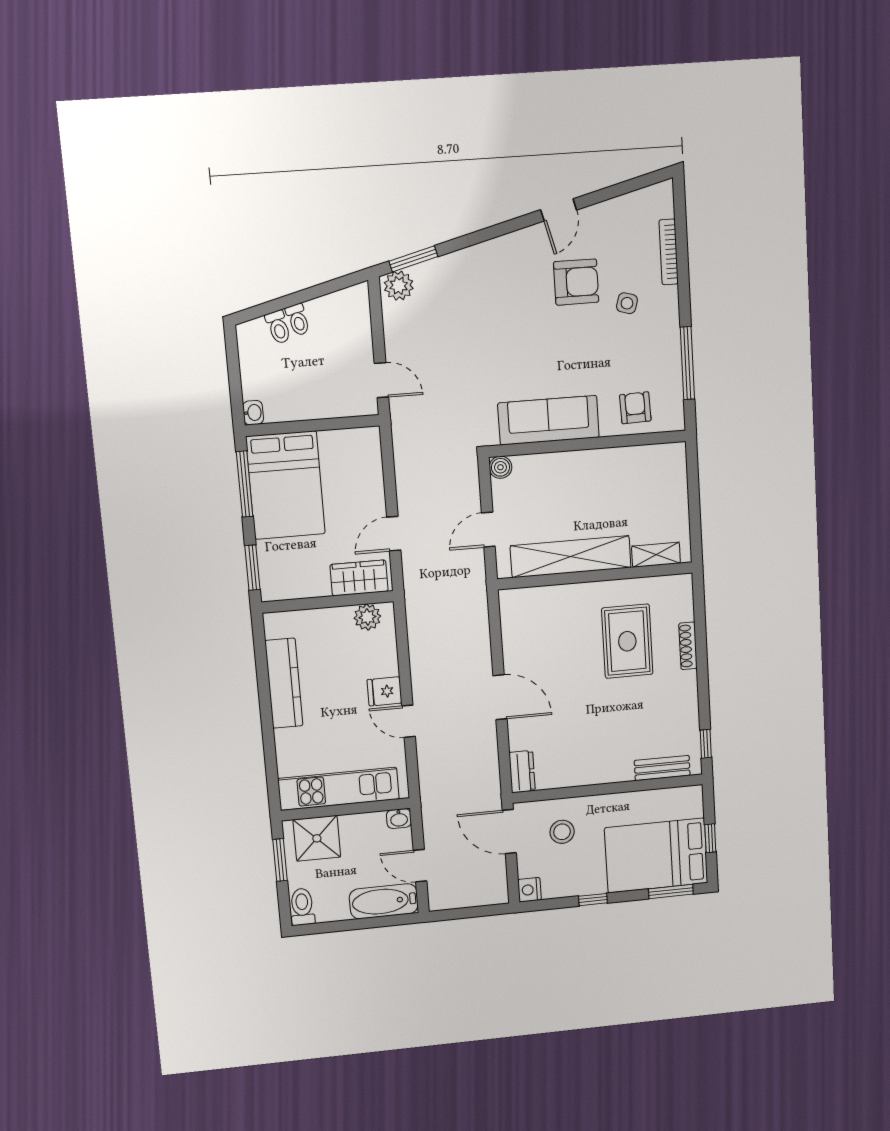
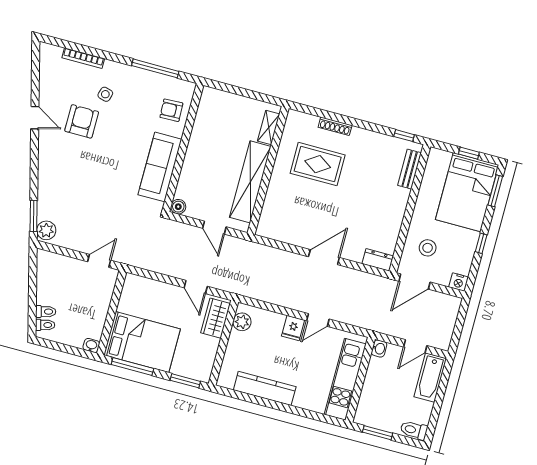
toilet: (298, 320) -> (45, 325), moved
shower: (317, 838) -> (372, 405), removed

